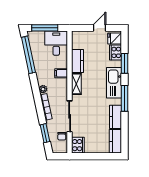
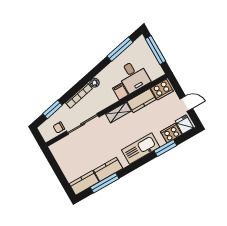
desk: (56, 43) -> (134, 76), moved, turned 90
window: (28, 55) -> (120, 49), width x0.68
window: (124, 98) -> (105, 183), moved
cooker: (78, 145) -> (162, 89), moved

